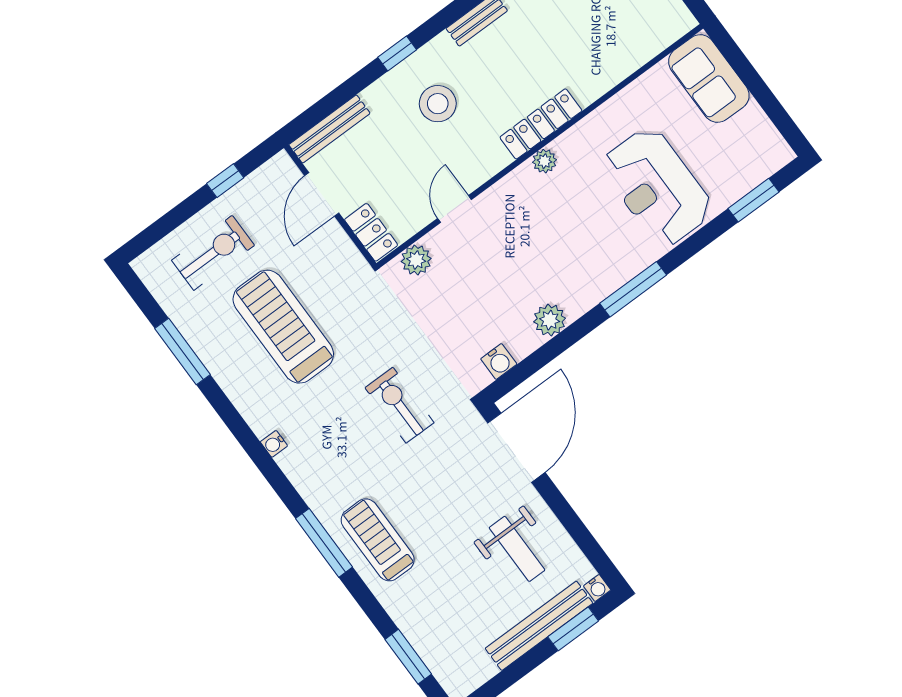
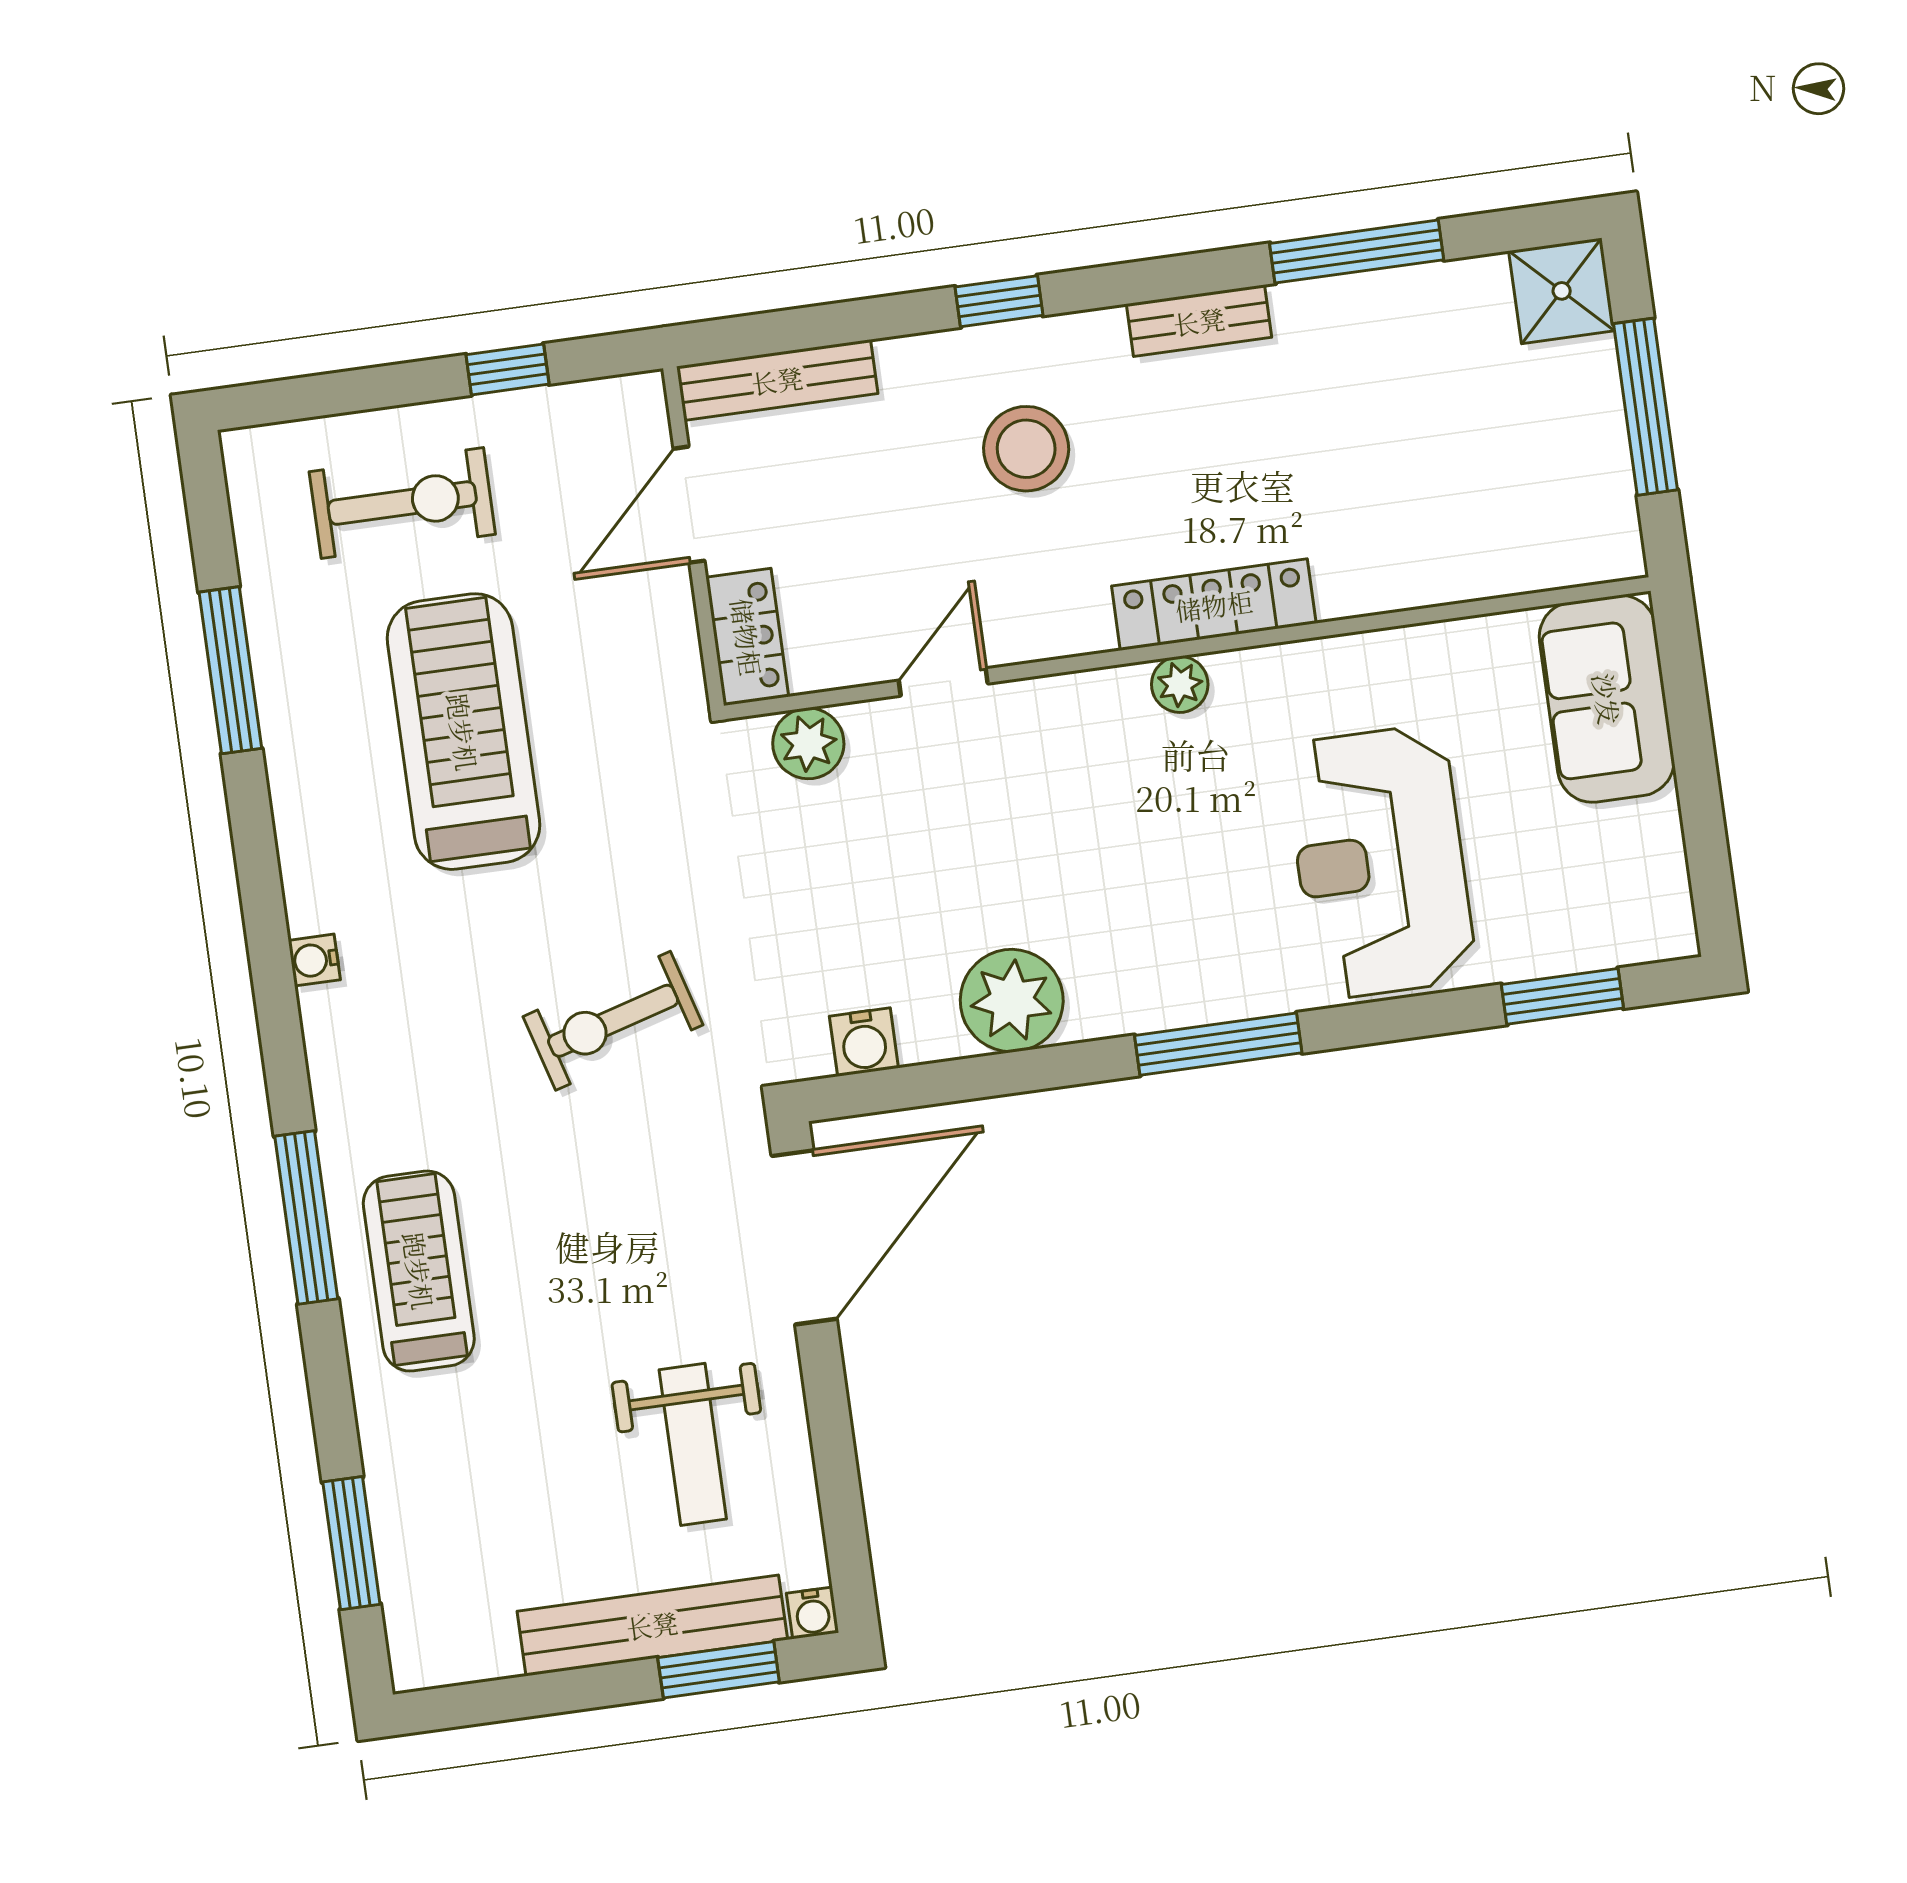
plant: (550, 320) -> (1012, 1001), width x1.36, depth x1.36
exercise bike: (399, 405) -> (613, 1021), turned -106

